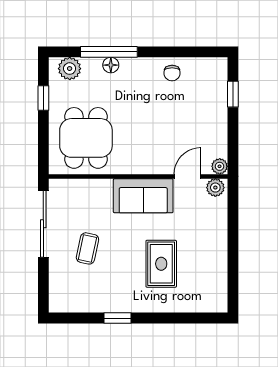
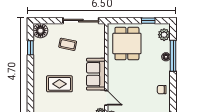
dining table: (86, 138) -> (127, 43), turned 90
floor lamp: (62, 299) -> (40, 31), added
window: (117, 318) -> (30, 48), moved

